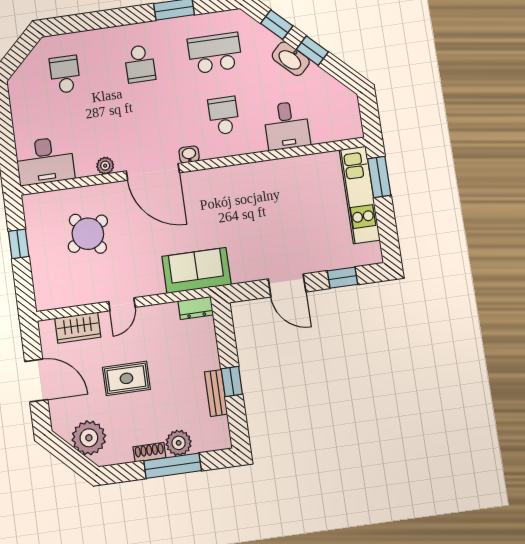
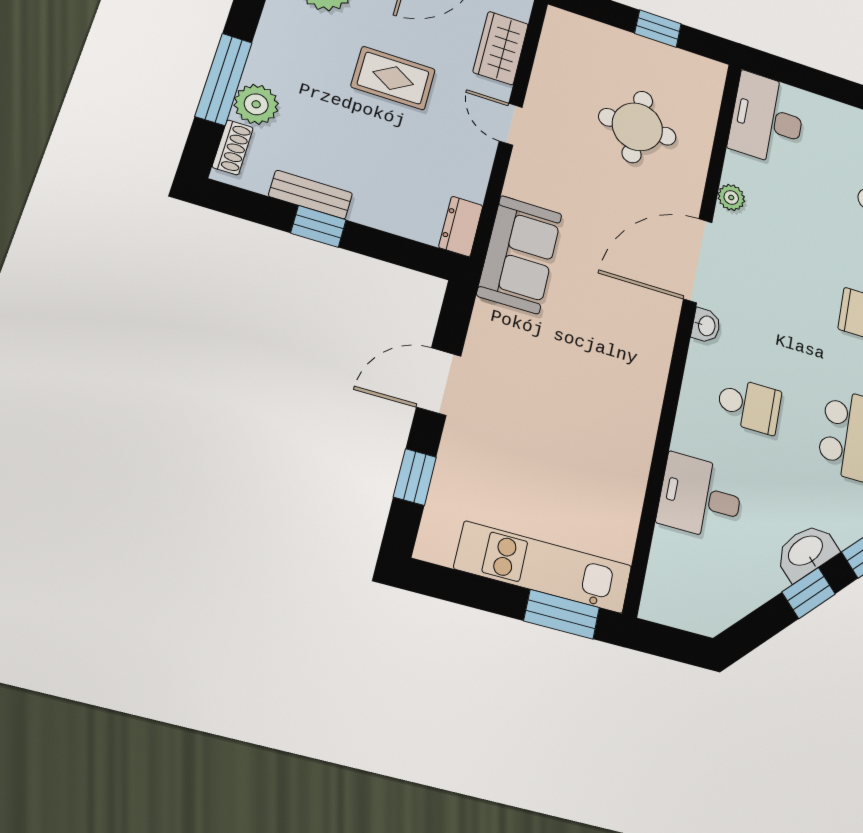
round table: (88, 234) -> (637, 127), turned 35
rug: (126, 378) -> (393, 78), turned 90
shoe rack: (149, 452) -> (233, 147), moved

